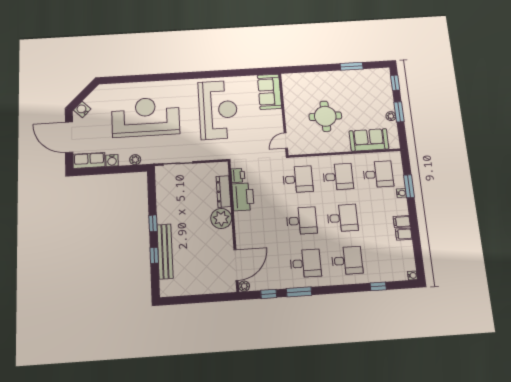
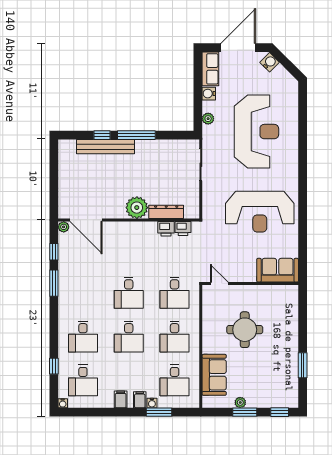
printer: (243, 197) -> (166, 229), width x0.53, depth x0.68
window: (153, 223) -> (136, 135), width x2.17
filing cabinet: (404, 234) -> (140, 400), moved
desk: (306, 263) -> (83, 380), moved

